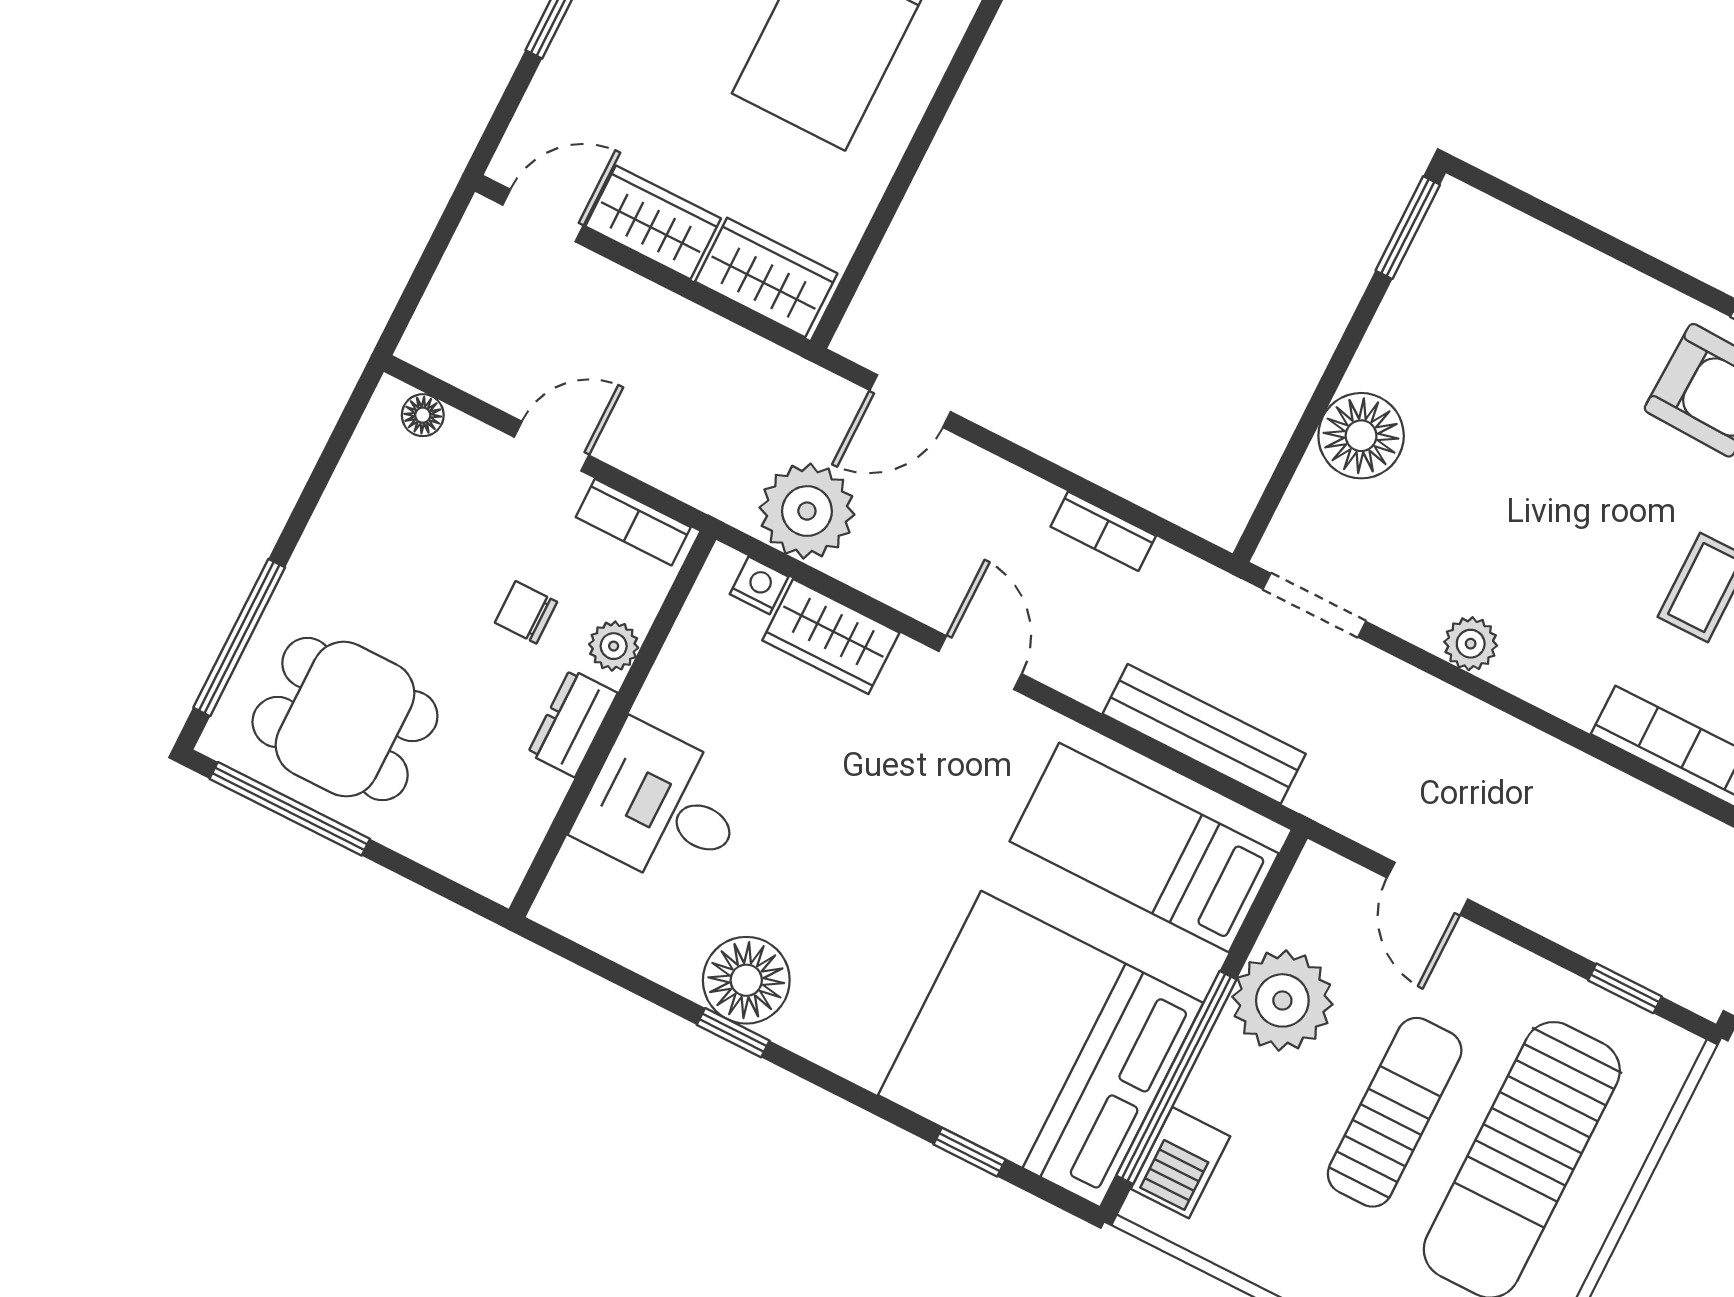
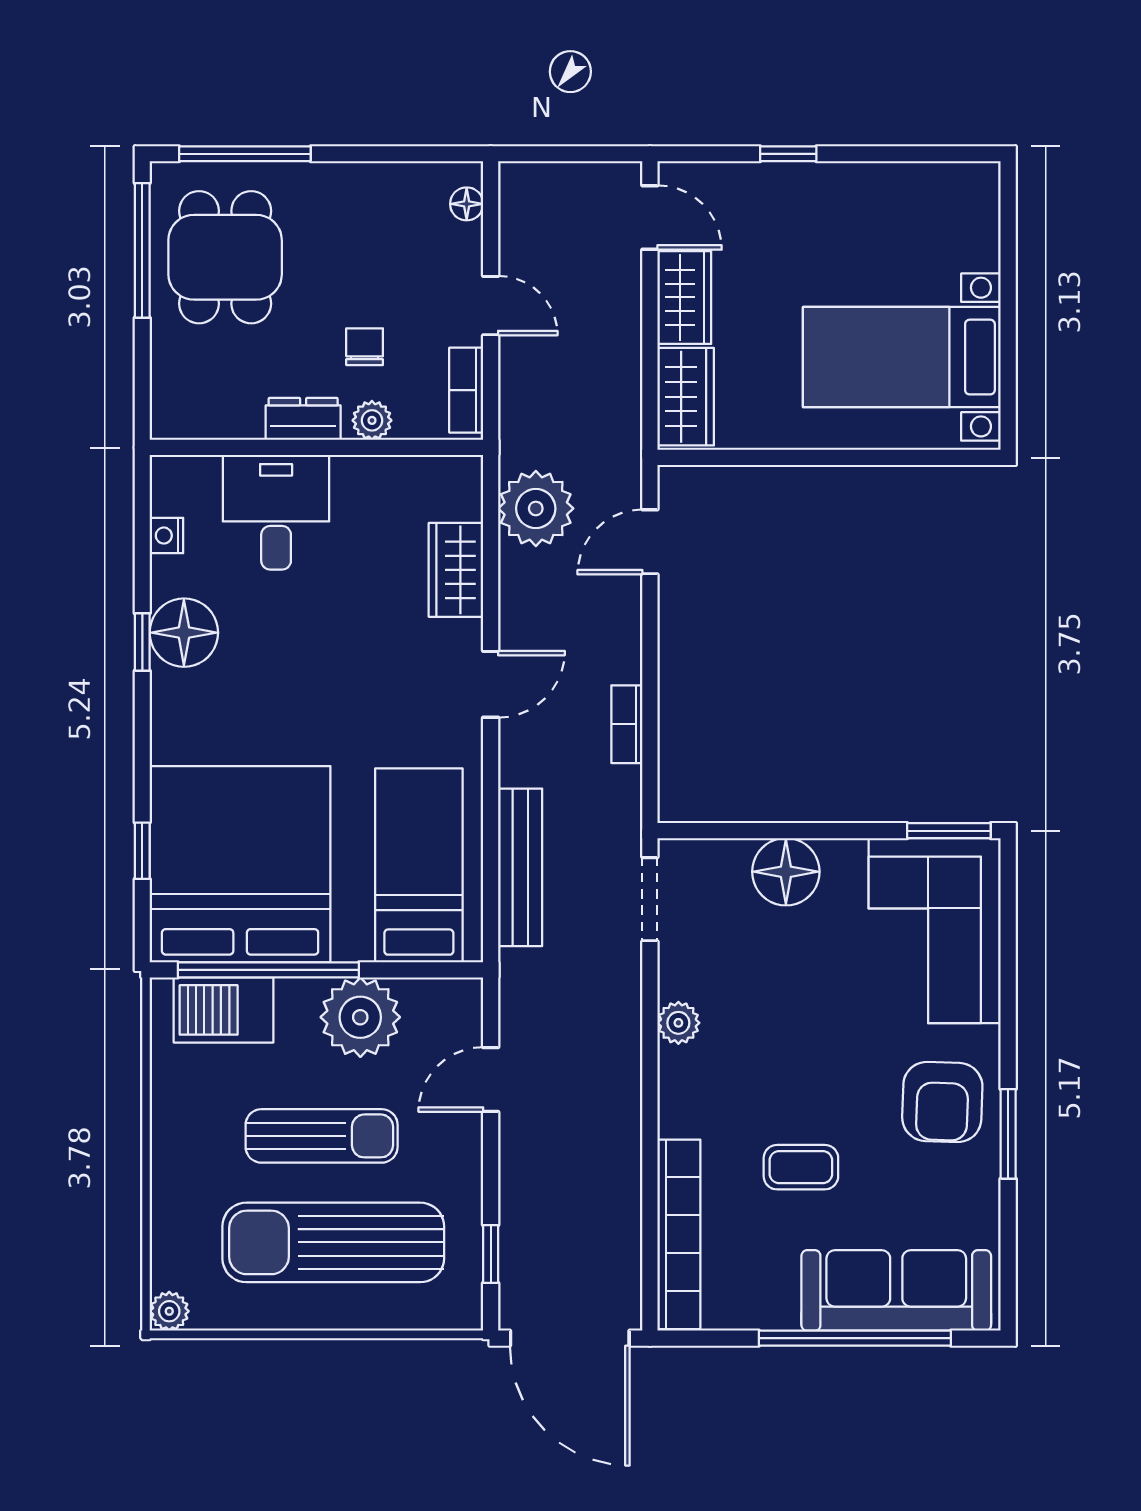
corner sofa: (1513, 301) -> (935, 931), added
door: (910, 401) -> (650, 542), hinge flipped
nightstand: (759, 585) -> (166, 536), moved, turned 180
barbecue: (1181, 1163) -> (224, 1010), width x1.38, depth x1.27

